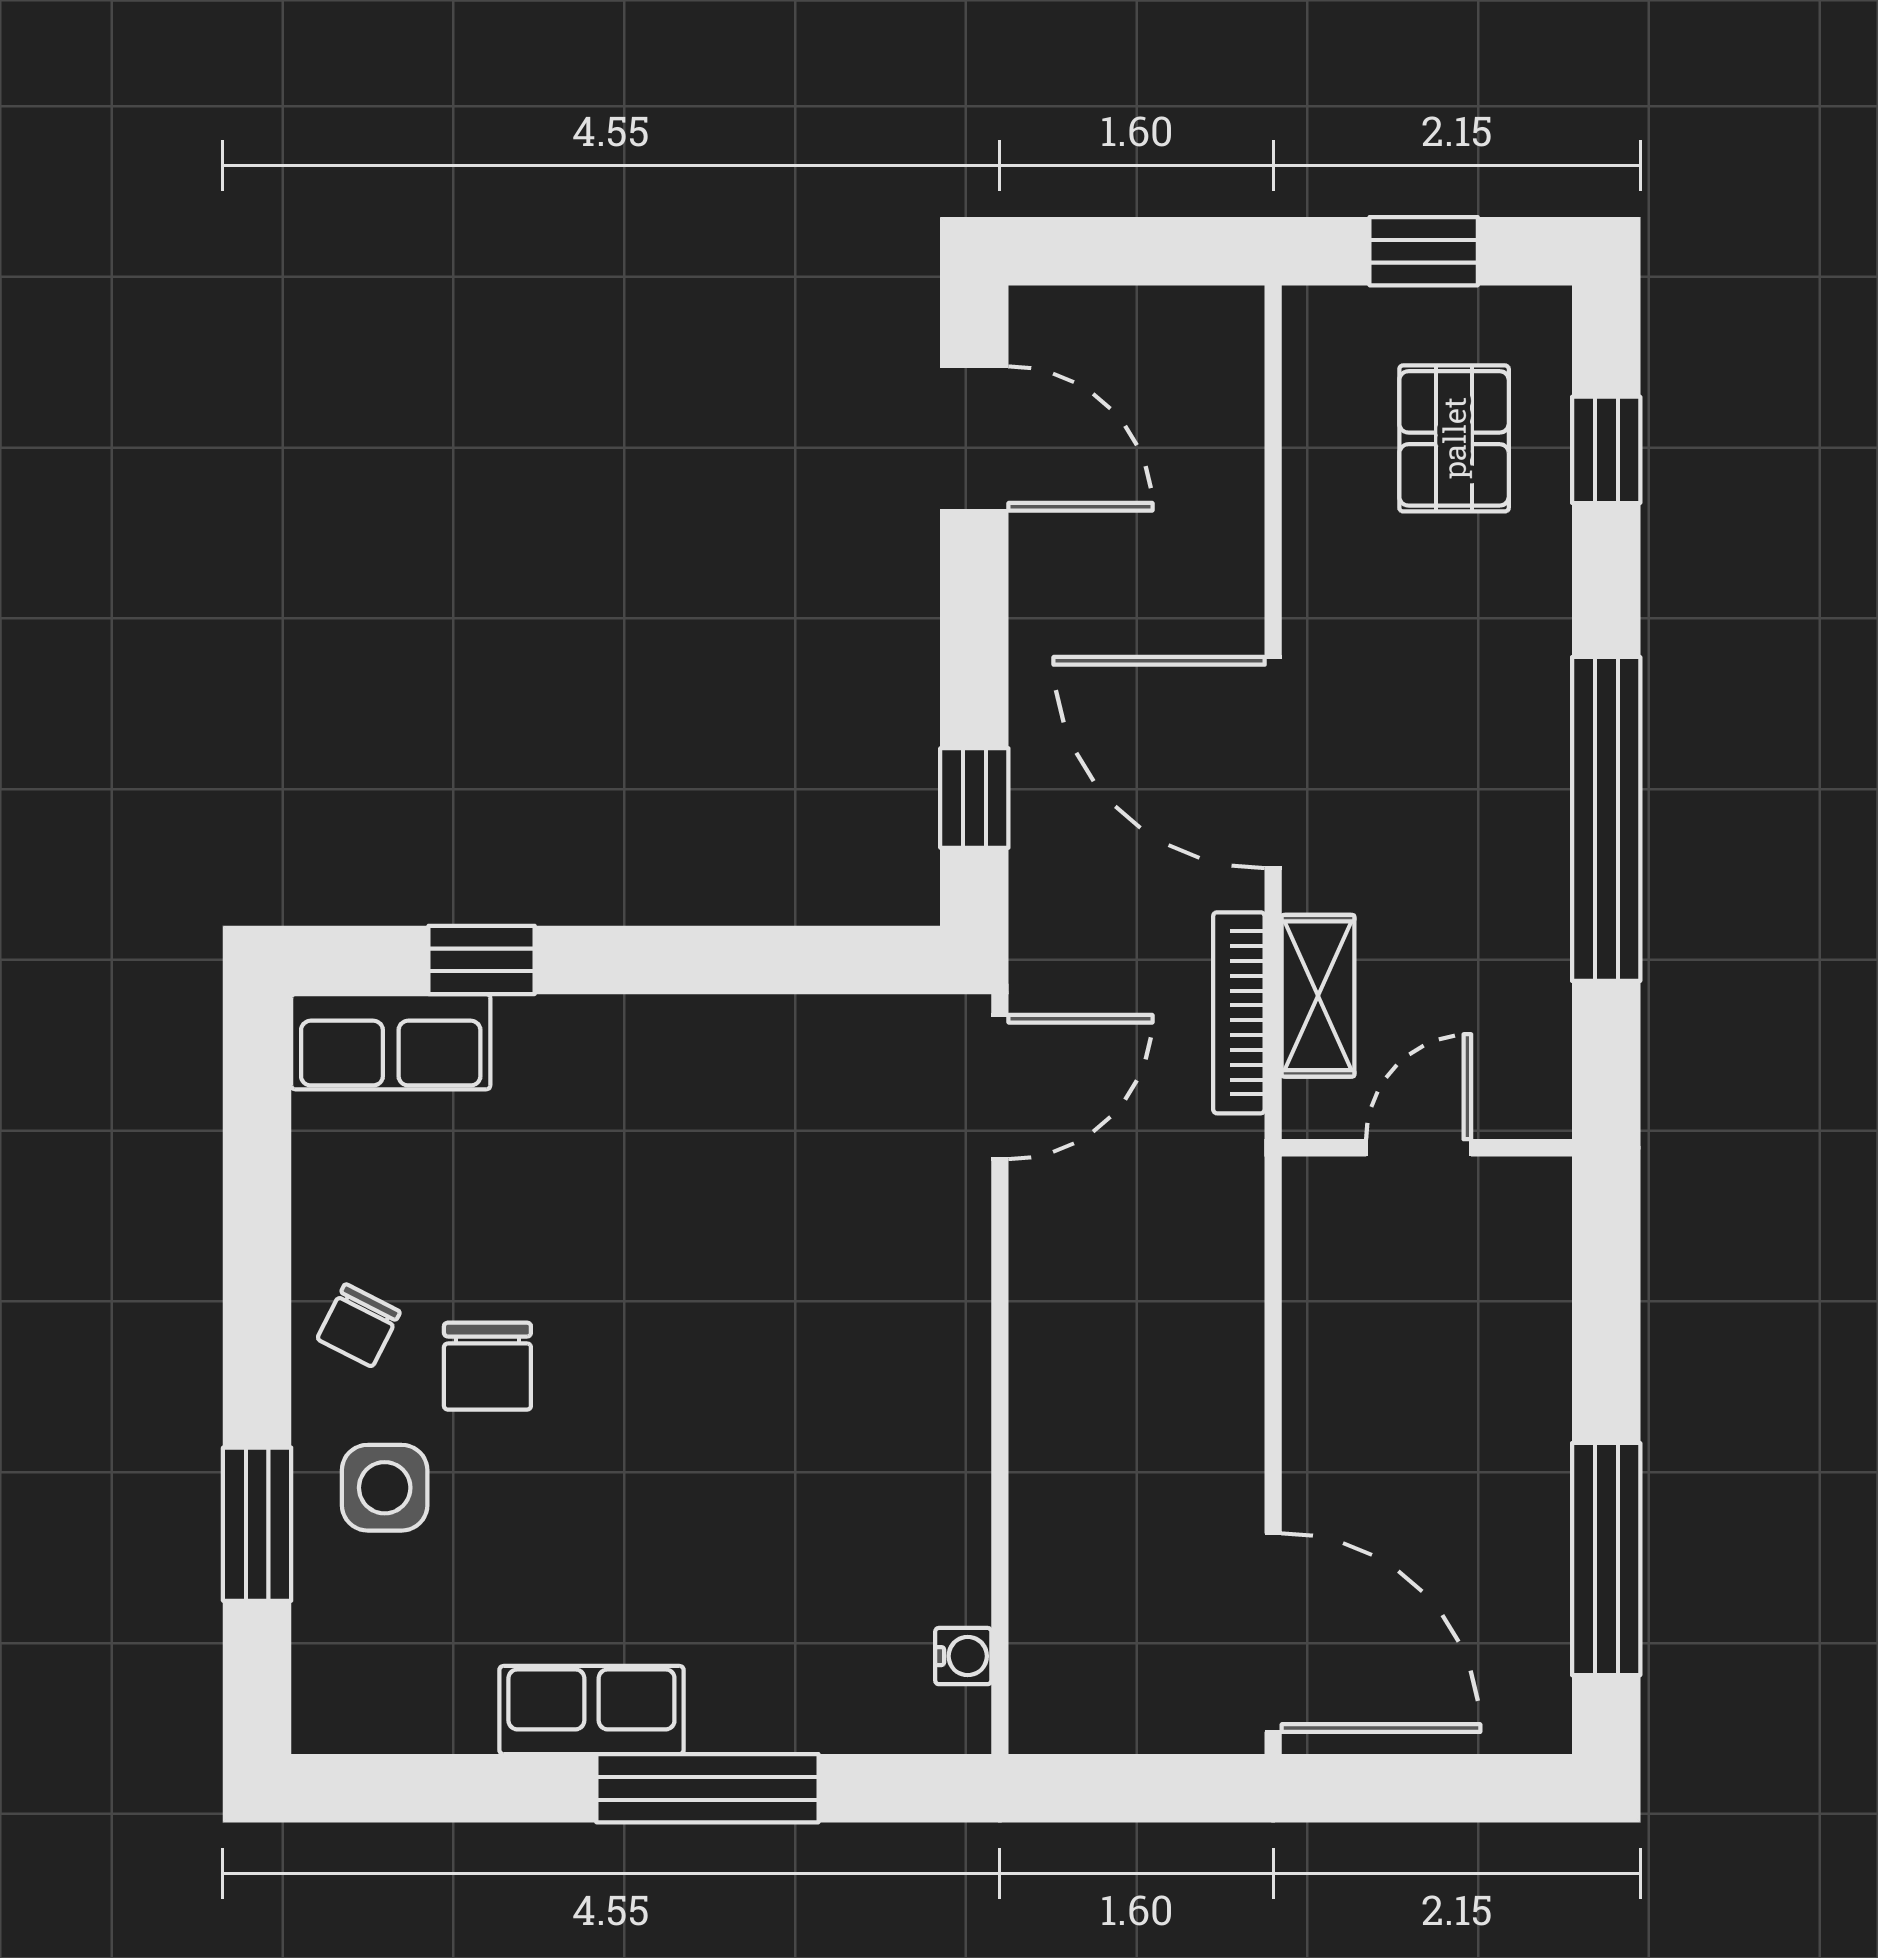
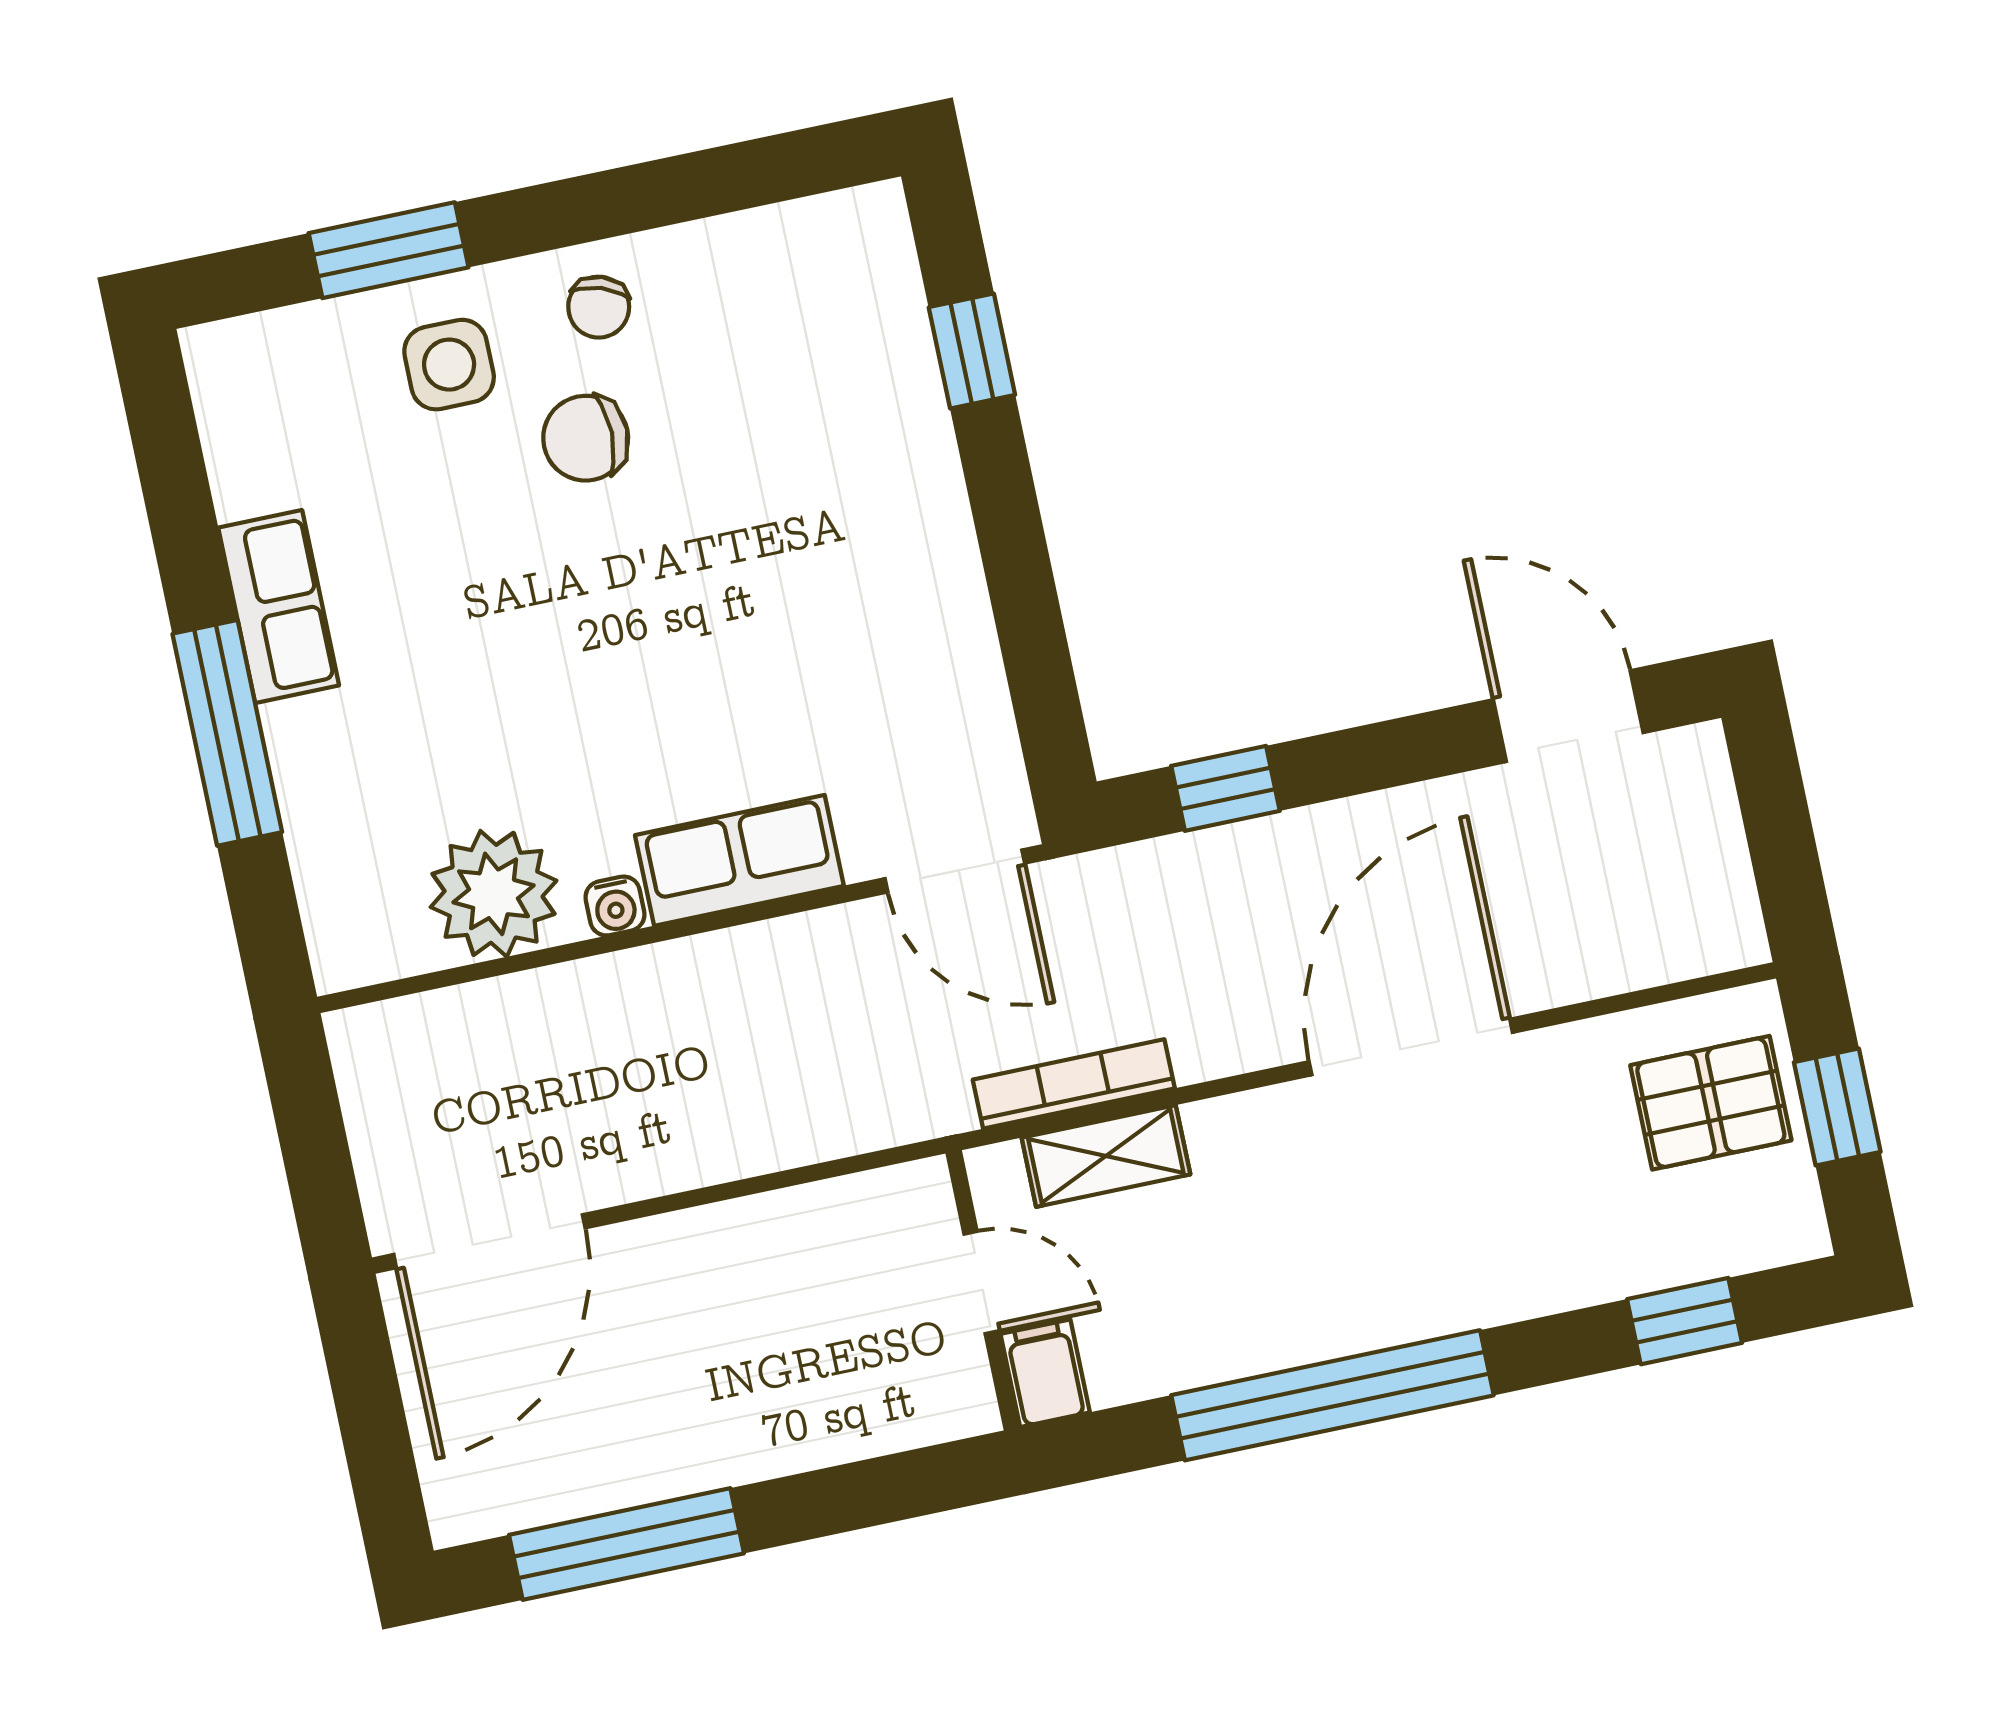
pallet: (1454, 438) -> (1711, 1103), moved
door: (974, 439) -> (1568, 716), swing flipped
door: (1273, 763) -> (1411, 1047), moved
row of seats: (391, 1042) -> (739, 860), moved, turned 90
filing cabinet: (1523, 1103) -> (1045, 1373), added
chair: (359, 1325) -> (599, 307), turned -98
plant: (925, 1555) -> (494, 894), added
water cooler: (963, 1656) -> (615, 906), moved

